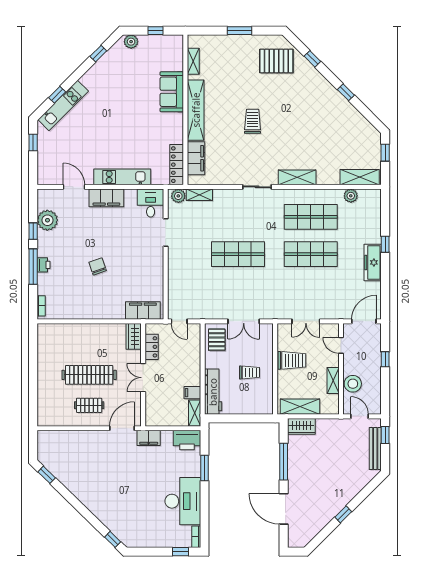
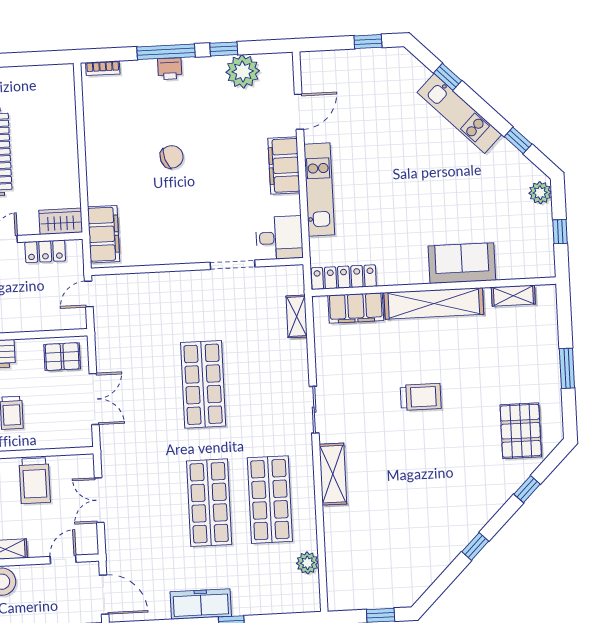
kitchen unit: (63, 105) -> (459, 113), moved
shelving: (360, 177) -> (338, 576), removed
plant: (178, 196) -> (293, 282), removed
double door: (244, 321) -> (94, 399), swing flipped

